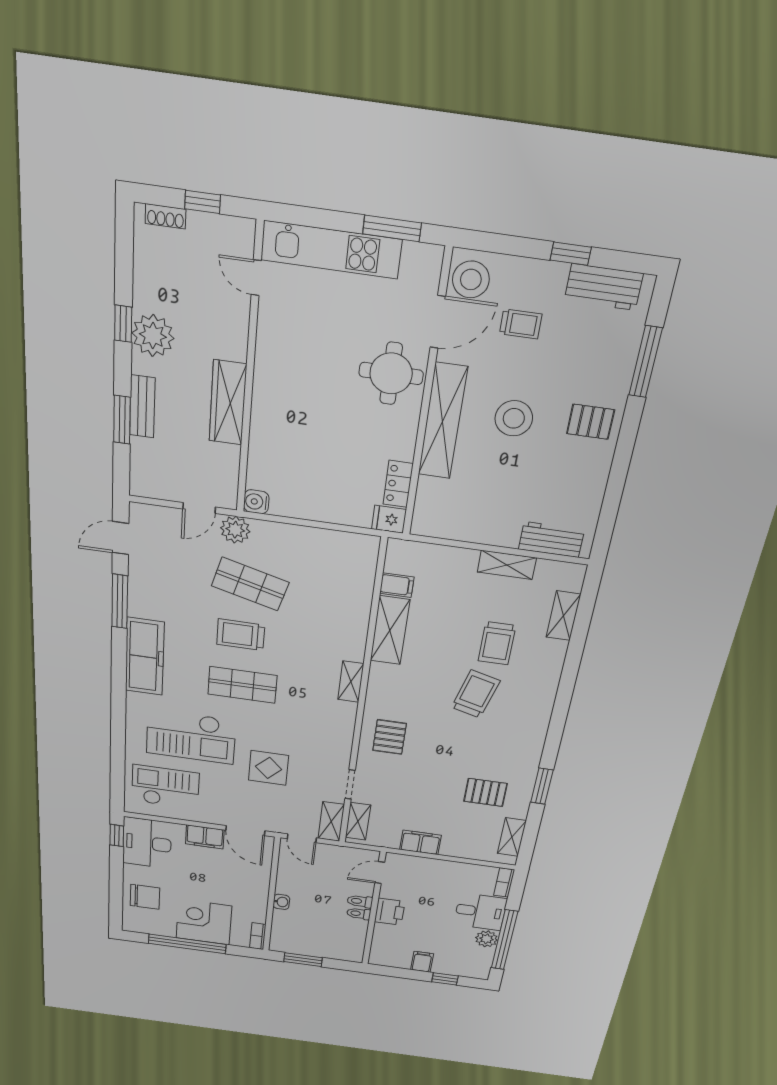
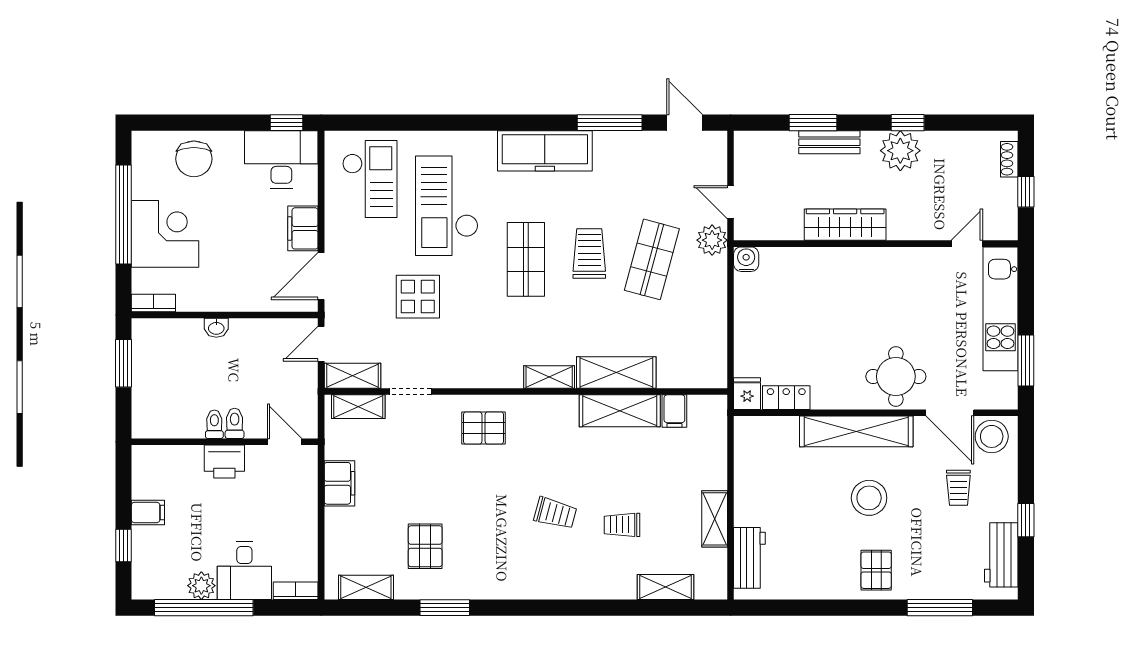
shelving: (354, 628) -> (616, 373), added
trolley: (497, 643) -> (622, 525), width x0.73, depth x0.72
trolley: (476, 694) -> (555, 513), width x0.73, depth x0.72

